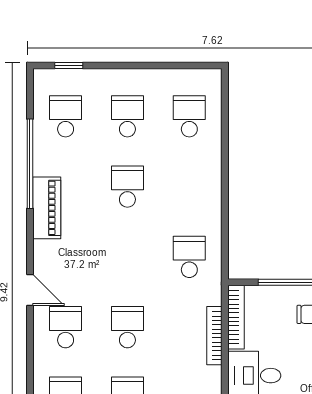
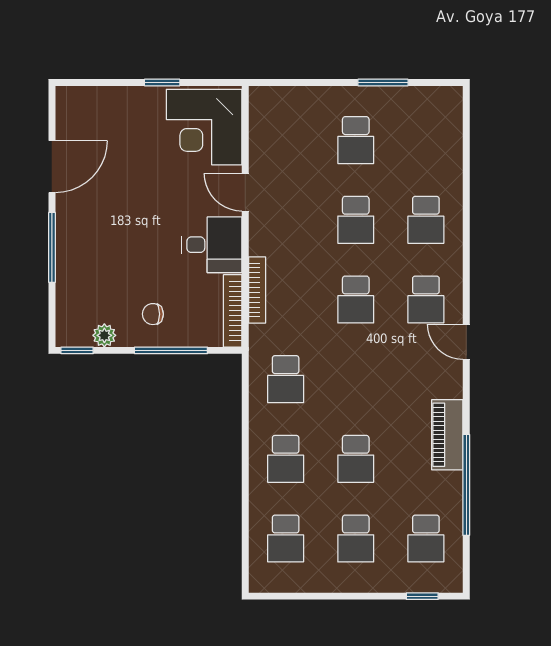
school desk: (189, 187) -> (286, 459), added

